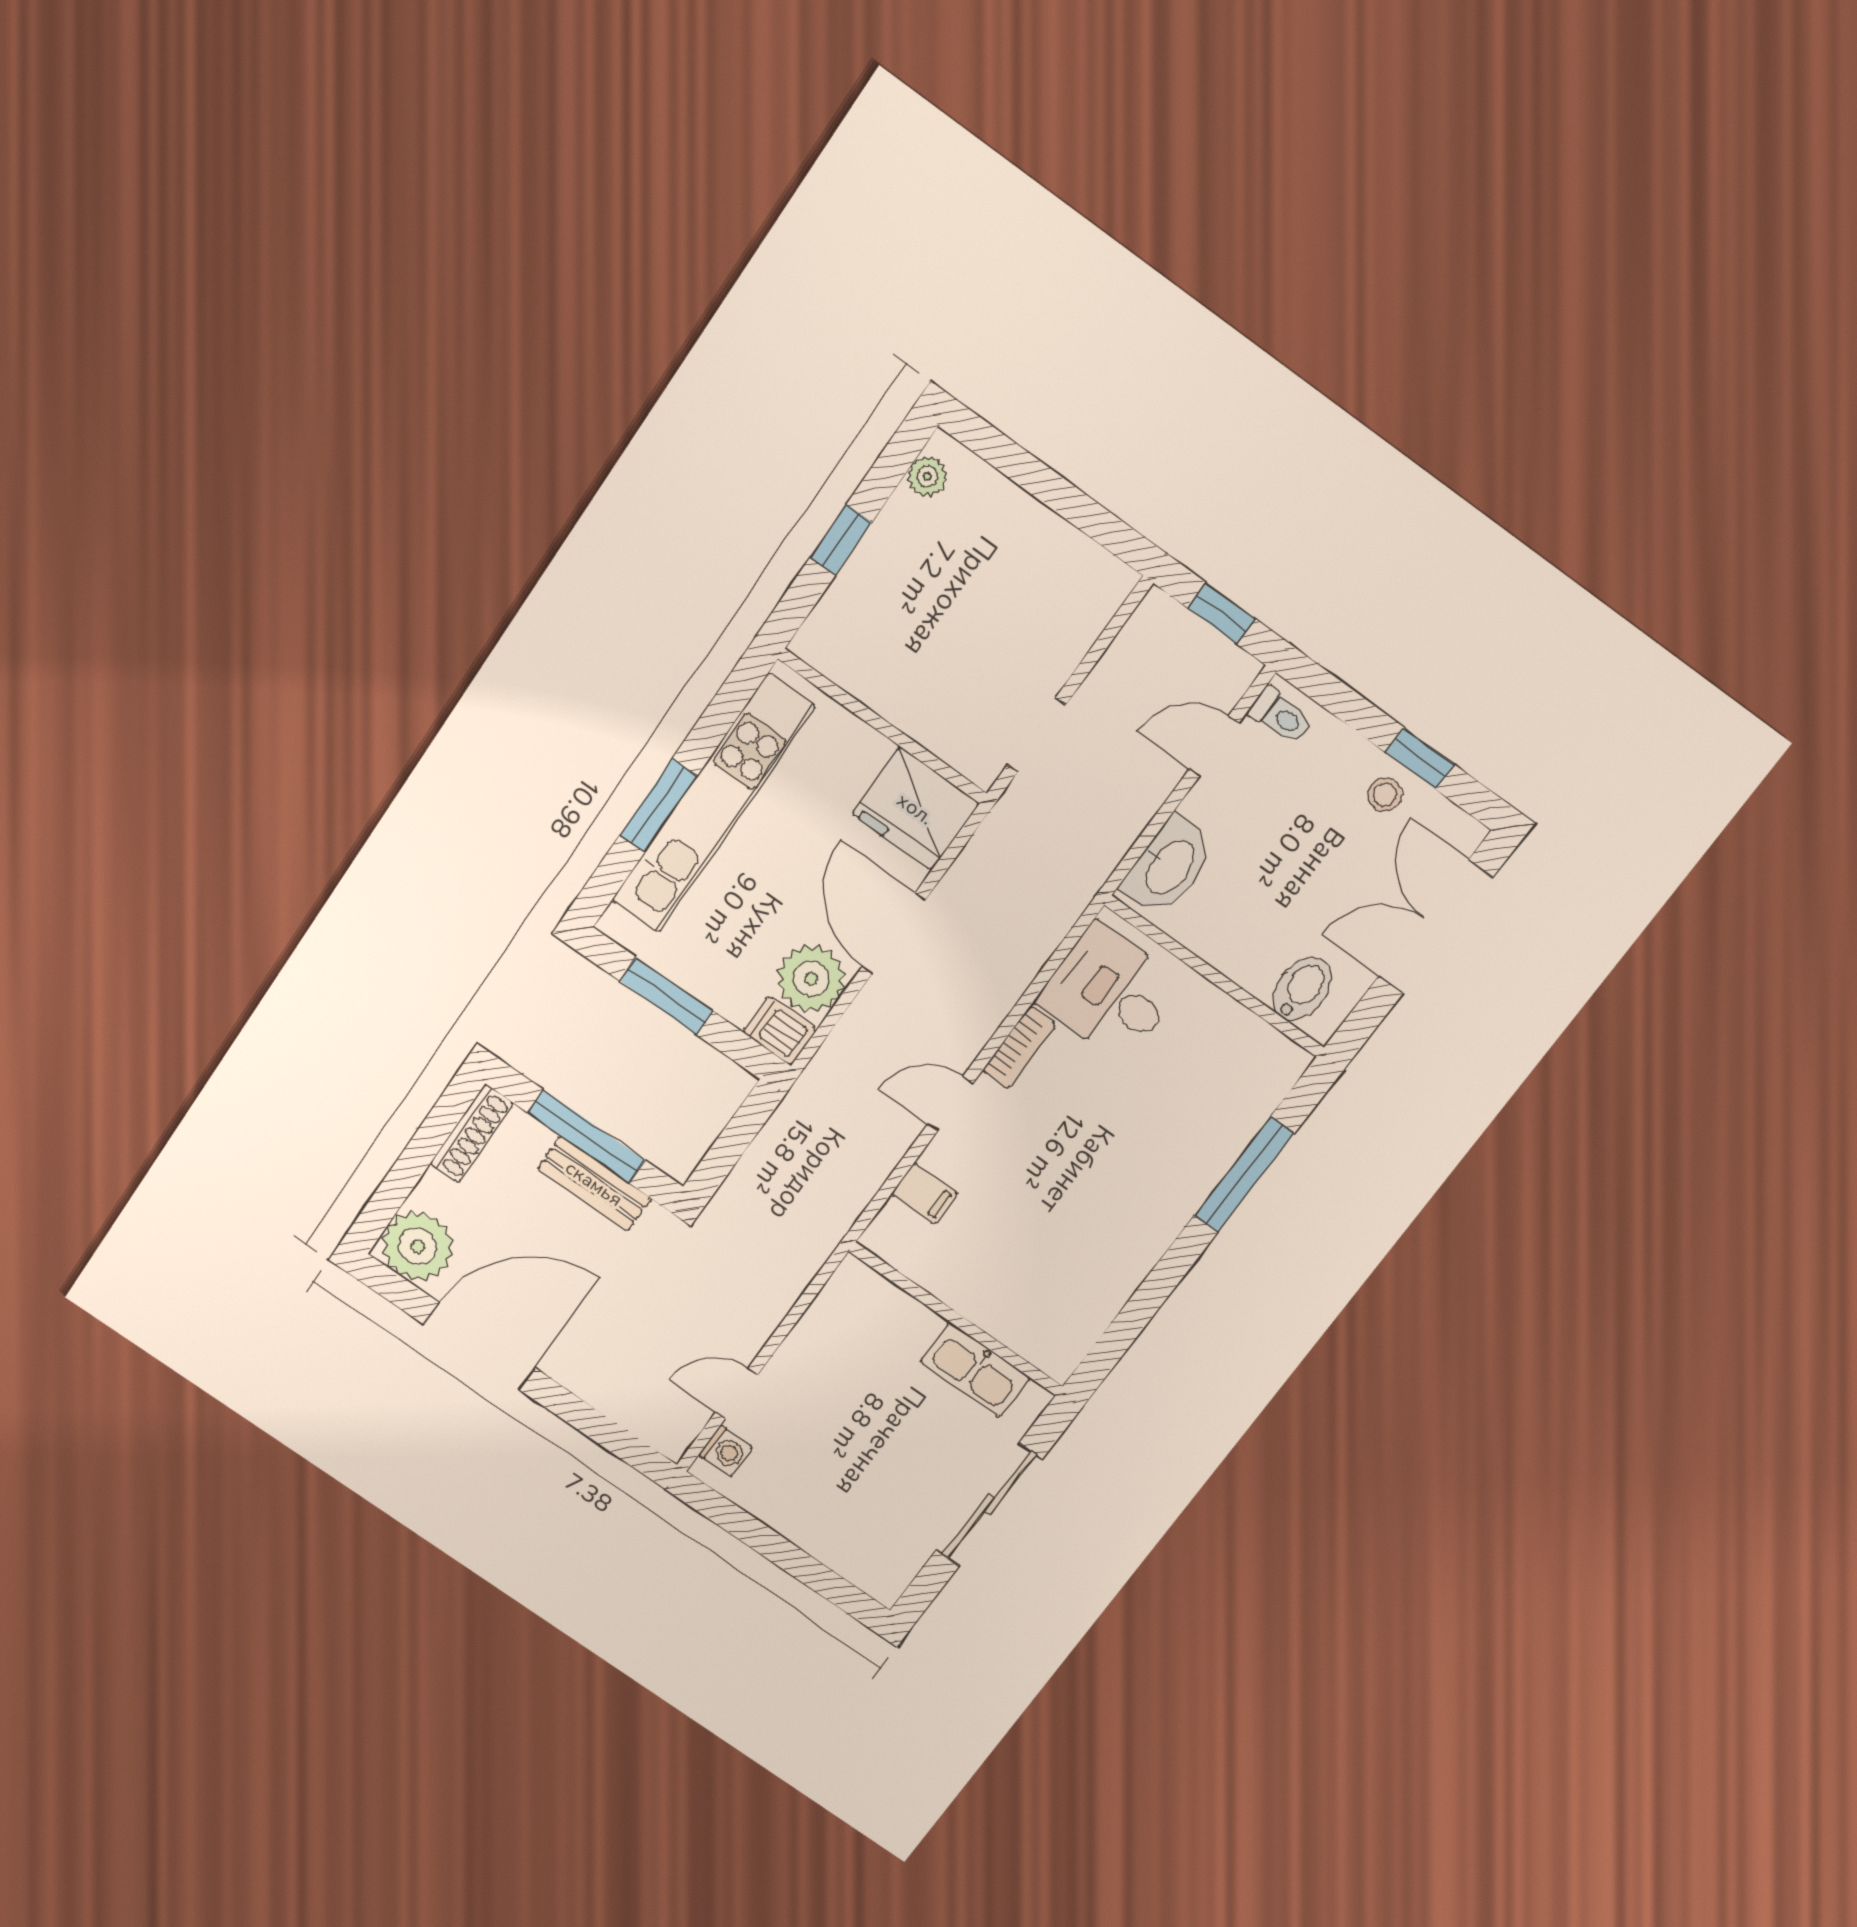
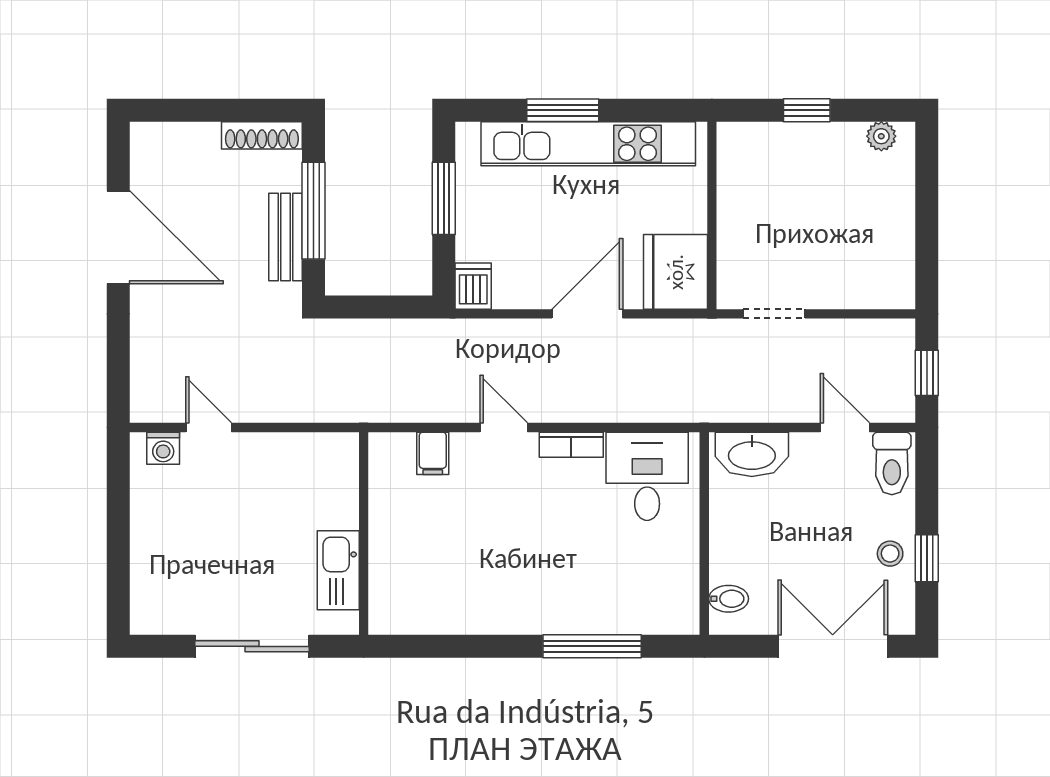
toilet: (1281, 716) -> (892, 463), width x1.37, depth x1.39
plant: (811, 979) -> (521, 283), removed
bidet: (1302, 989) -> (729, 599), width x0.72, depth x0.74
plant: (418, 1246) -> (159, 151), removed

